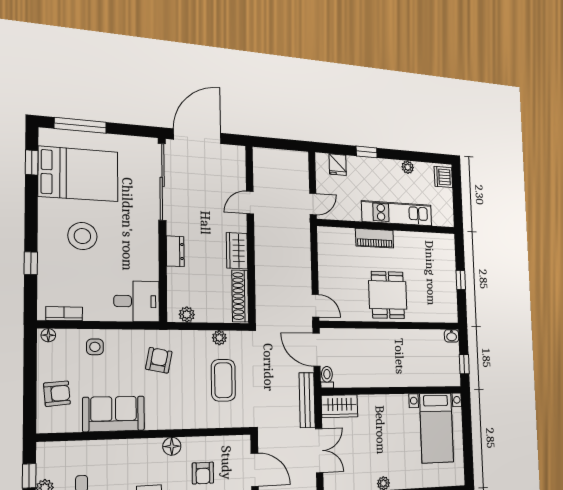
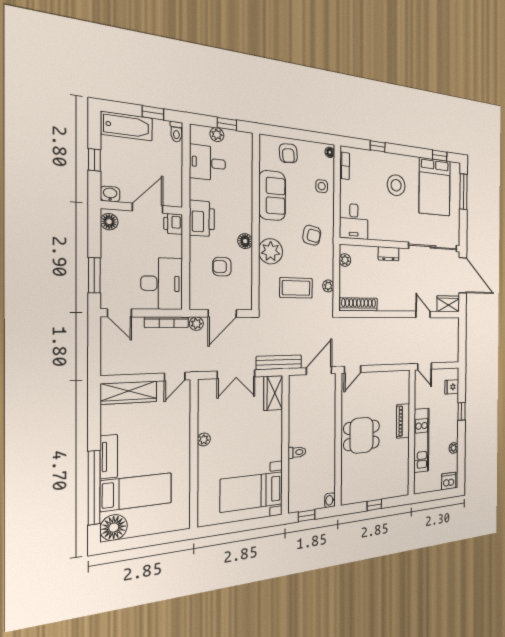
wardrobe: (237, 251) -> (448, 304), moved
toilet: (327, 377) -> (297, 452), moved
plant: (182, 414) -> (271, 251), added

